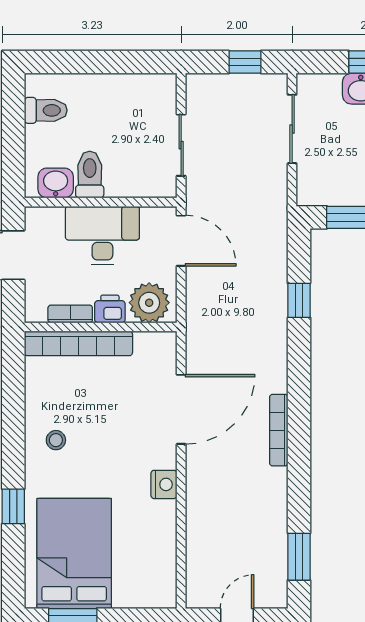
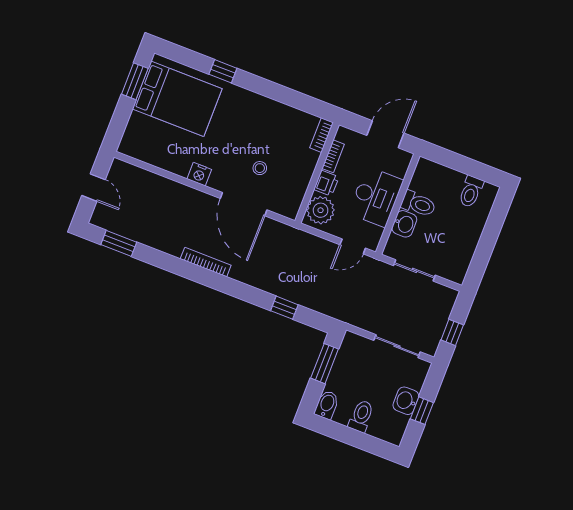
washbasin: (56, 183) -> (404, 224), moved
door: (181, 241) -> (353, 246), width x0.73
bookcase: (78, 343) -> (322, 135), width x0.43, depth x0.76
stool: (56, 440) -> (260, 168), moved

